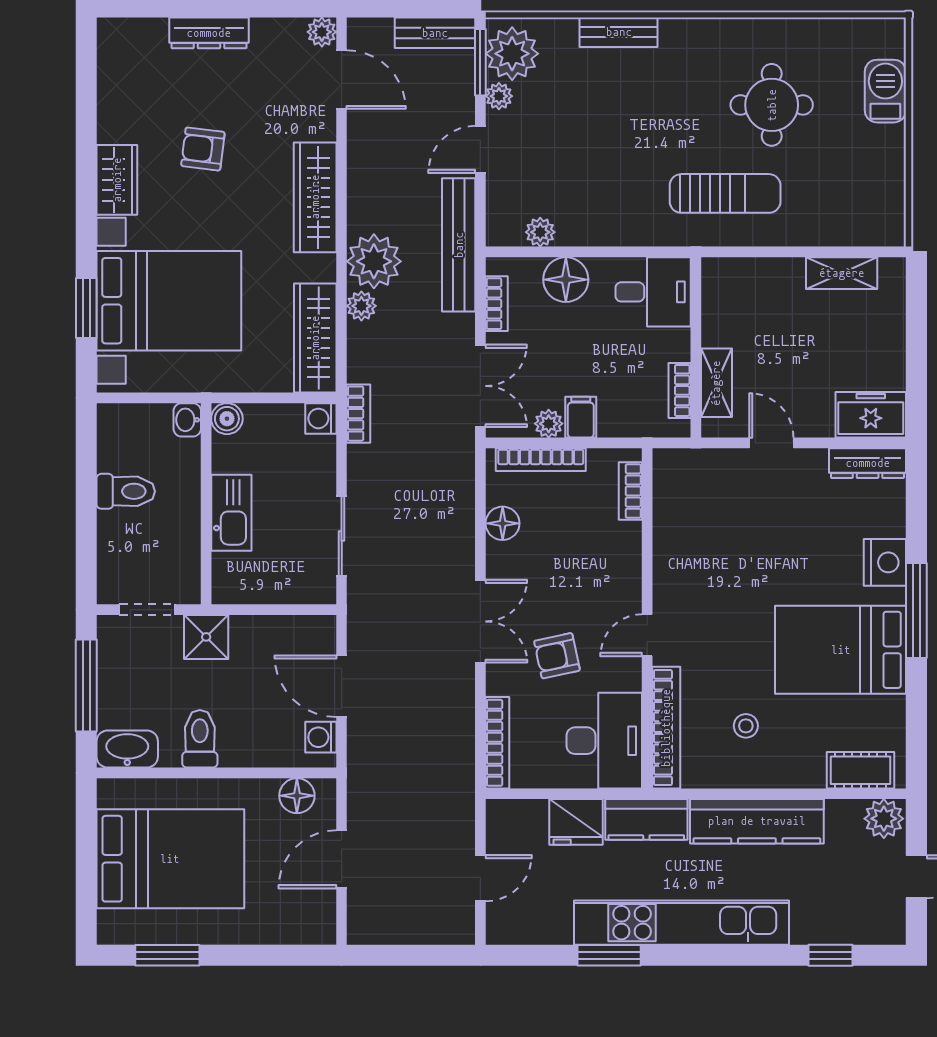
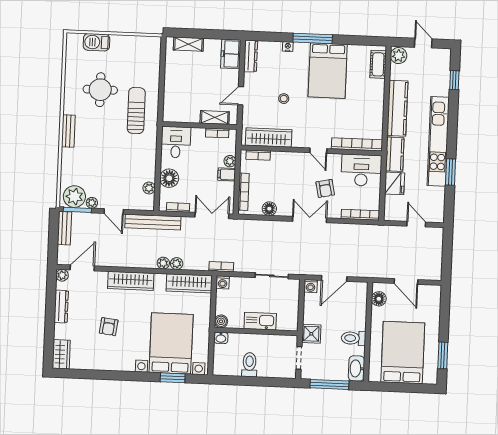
bench: (619, 32) -> (68, 131), moved
dresser: (209, 33) -> (61, 307), moved
wardrobe: (117, 180) -> (61, 354), moved, turned 90
plant: (374, 261) -> (163, 263), width x0.53, depth x0.53
shelving: (842, 273) -> (188, 44), moved, turned 90
plant: (549, 424) -> (230, 161), moved
wardrobe: (674, 515) -> (269, 138), added
nightstand: (885, 562) -> (288, 47), width x0.53, depth x0.56
stool: (746, 726) -> (284, 99), moved
washing machine: (321, 737) -> (311, 286), moved

